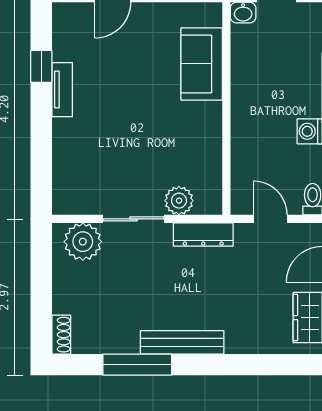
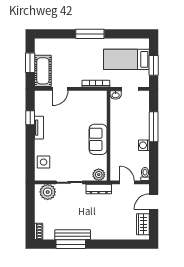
sofa: (202, 64) -> (98, 139), moved
side table: (73, 171) -> (44, 162), added
plant: (179, 201) -> (99, 175), moved
bench: (182, 342) -> (73, 235), moved

